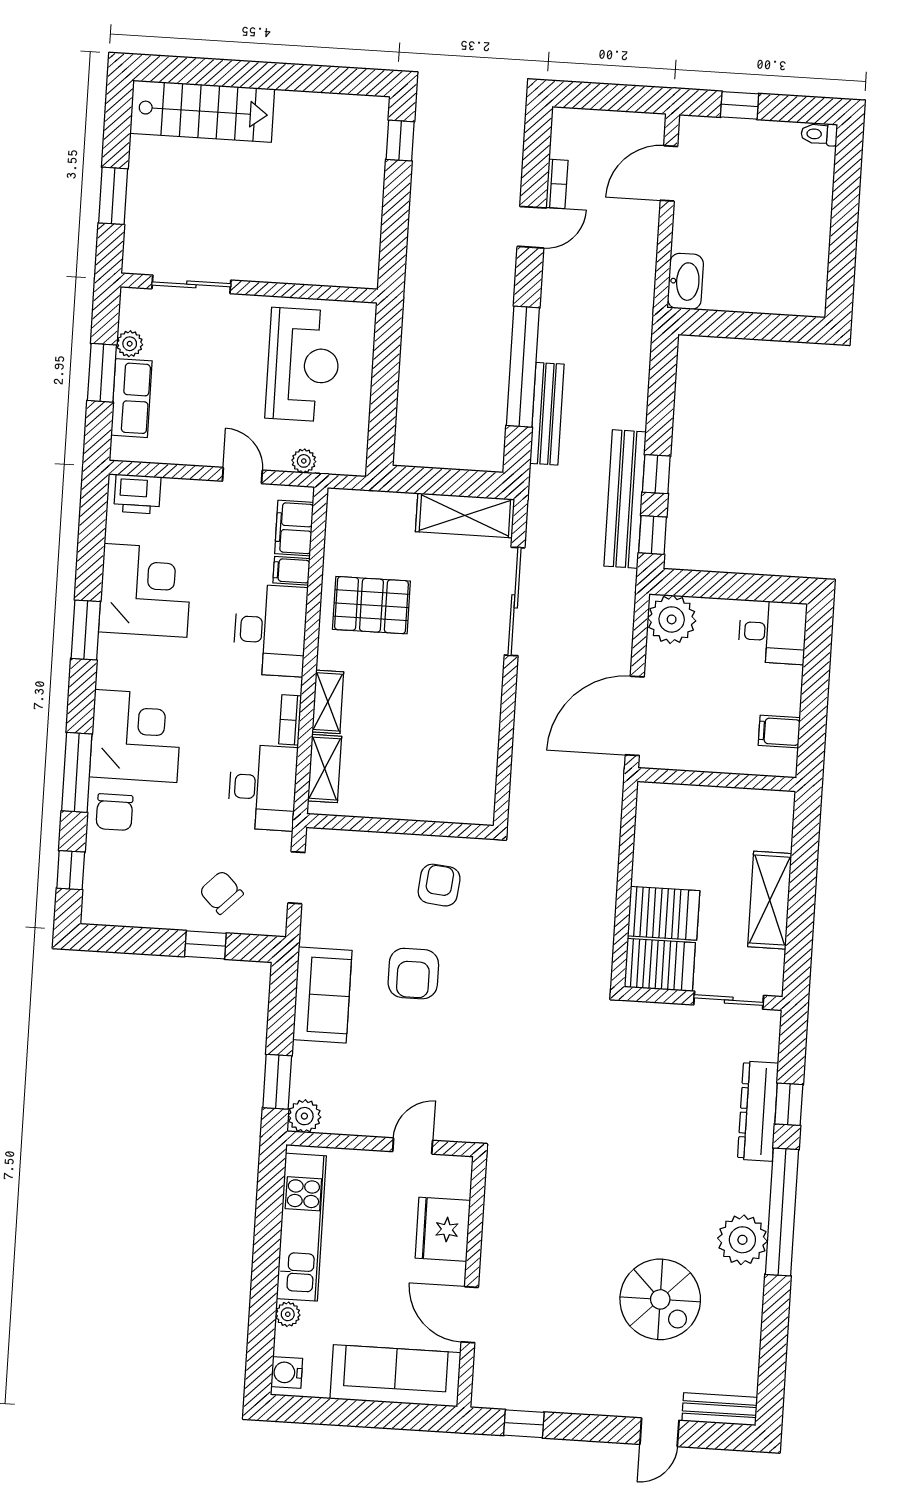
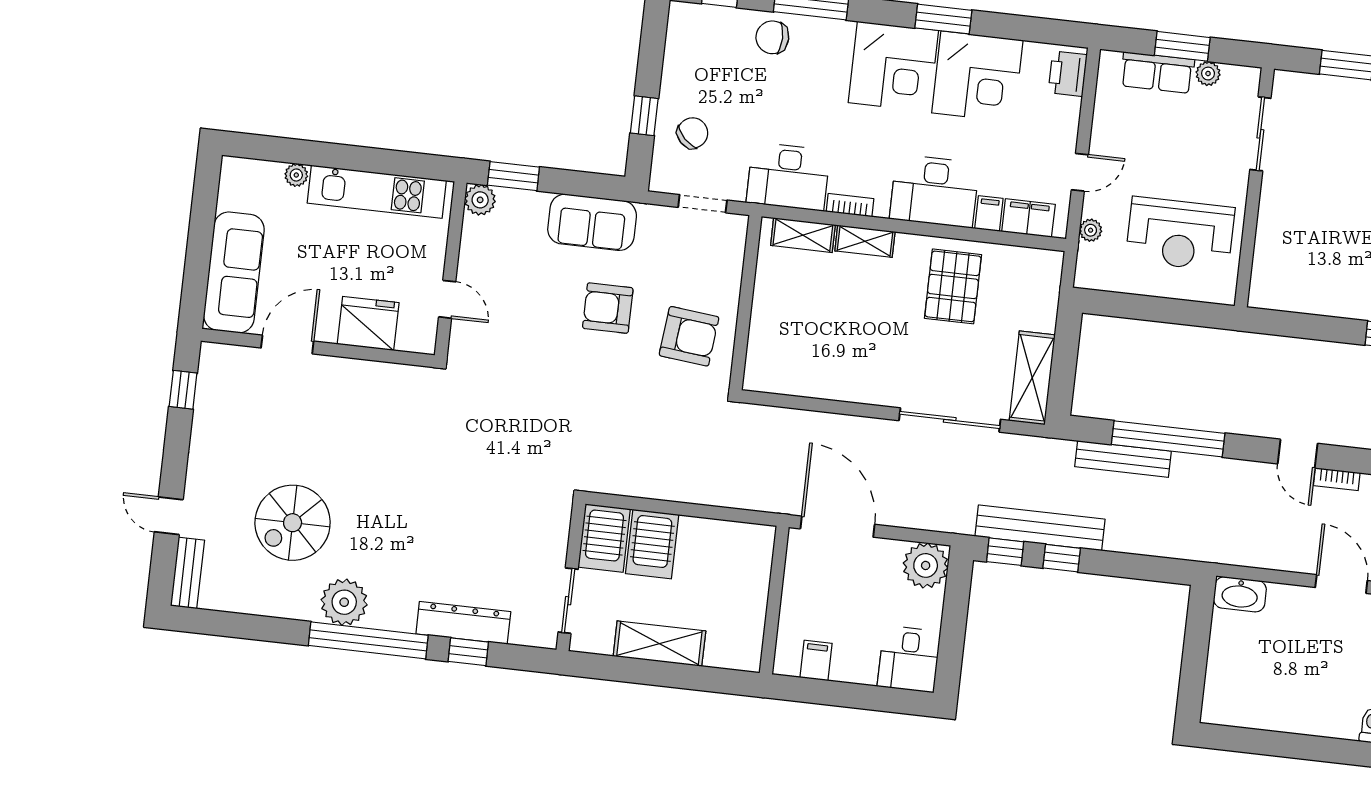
corner desk: (136, 736) -> (893, 67), moved
armchair: (439, 885) -> (689, 336), width x1.38, depth x1.38
water cooler: (287, 1373) -> (242, 171), removed

